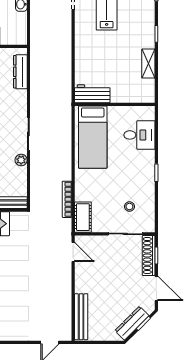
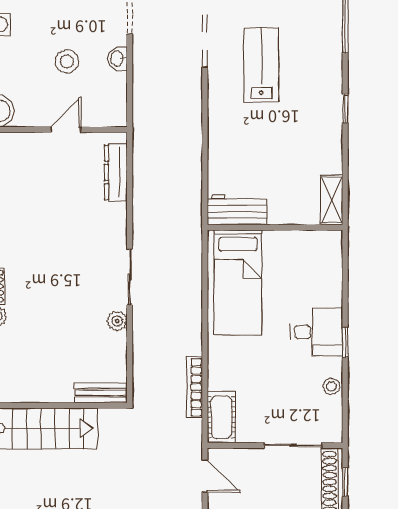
shelving: (148, 64) -> (332, 200), moved
desk: (139, 135) -> (317, 332), moved
stool: (129, 207) -> (331, 386), moved

